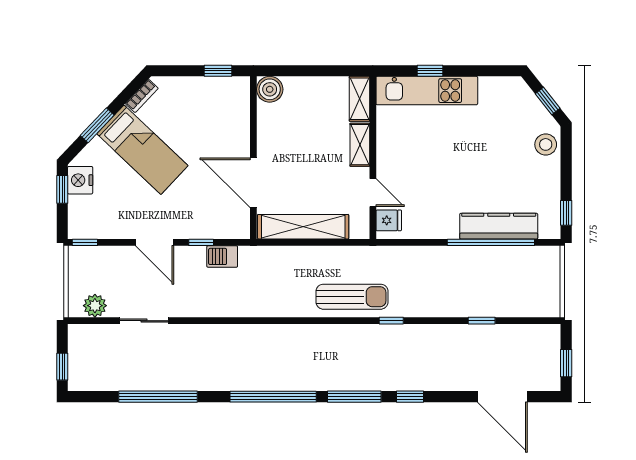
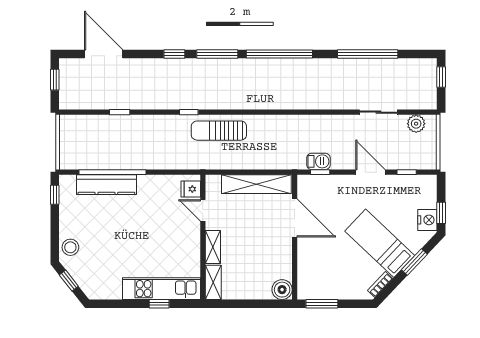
window: (218, 71) -> (322, 304), width x1.50
window: (85, 242) -> (407, 172), moved
window: (201, 242) -> (320, 172), moved

